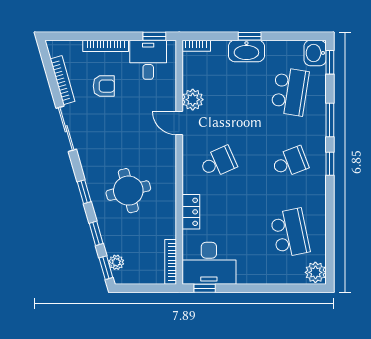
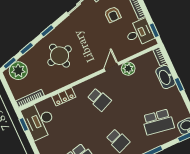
washbasin: (246, 51) -> (166, 77), moved
plant: (116, 262) -> (18, 71), width x1.87, depth x1.87

